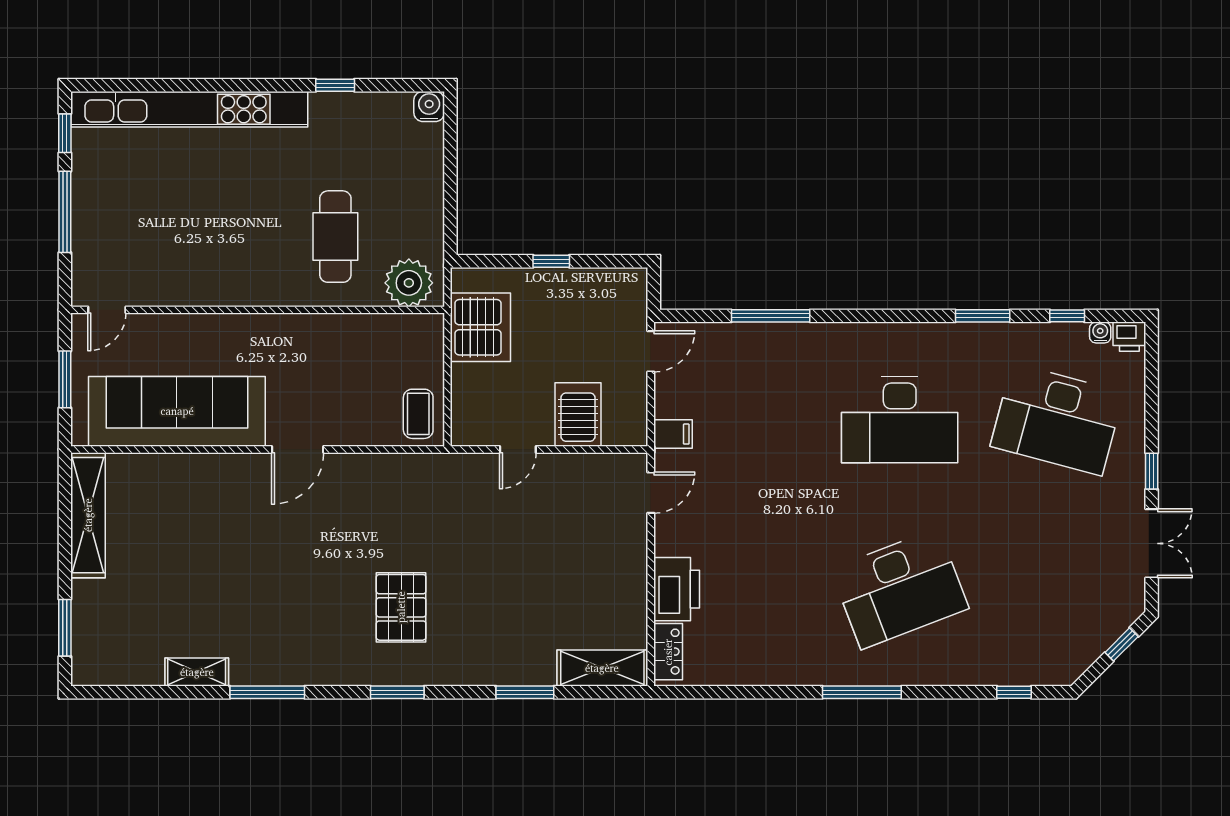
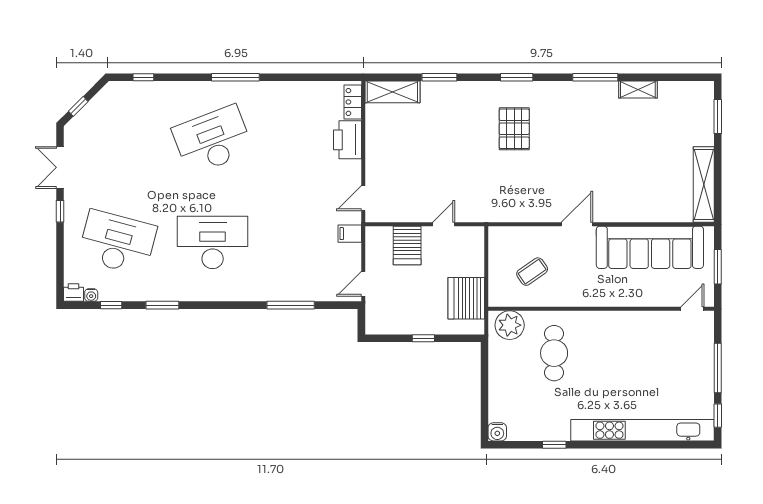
coffee table: (418, 414) -> (532, 272), moved, turned 55

